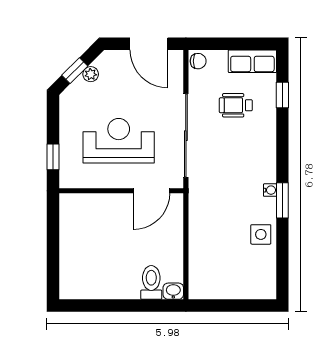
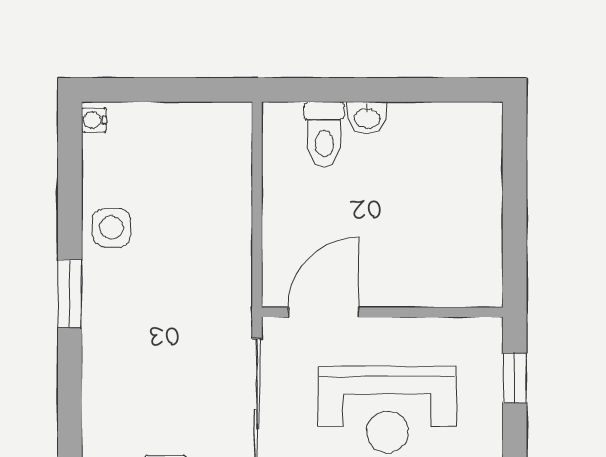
water cooler: (270, 190) -> (94, 120), moved
washbasin: (173, 291) -> (367, 117), moved

